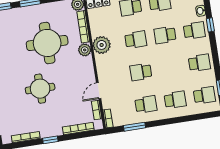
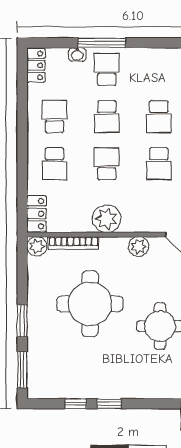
window: (210, 25) -> (102, 43), width x2.17
plant: (85, 50) -> (139, 247), moved
school desk: (199, 63) -> (159, 117), moved, turned 180

